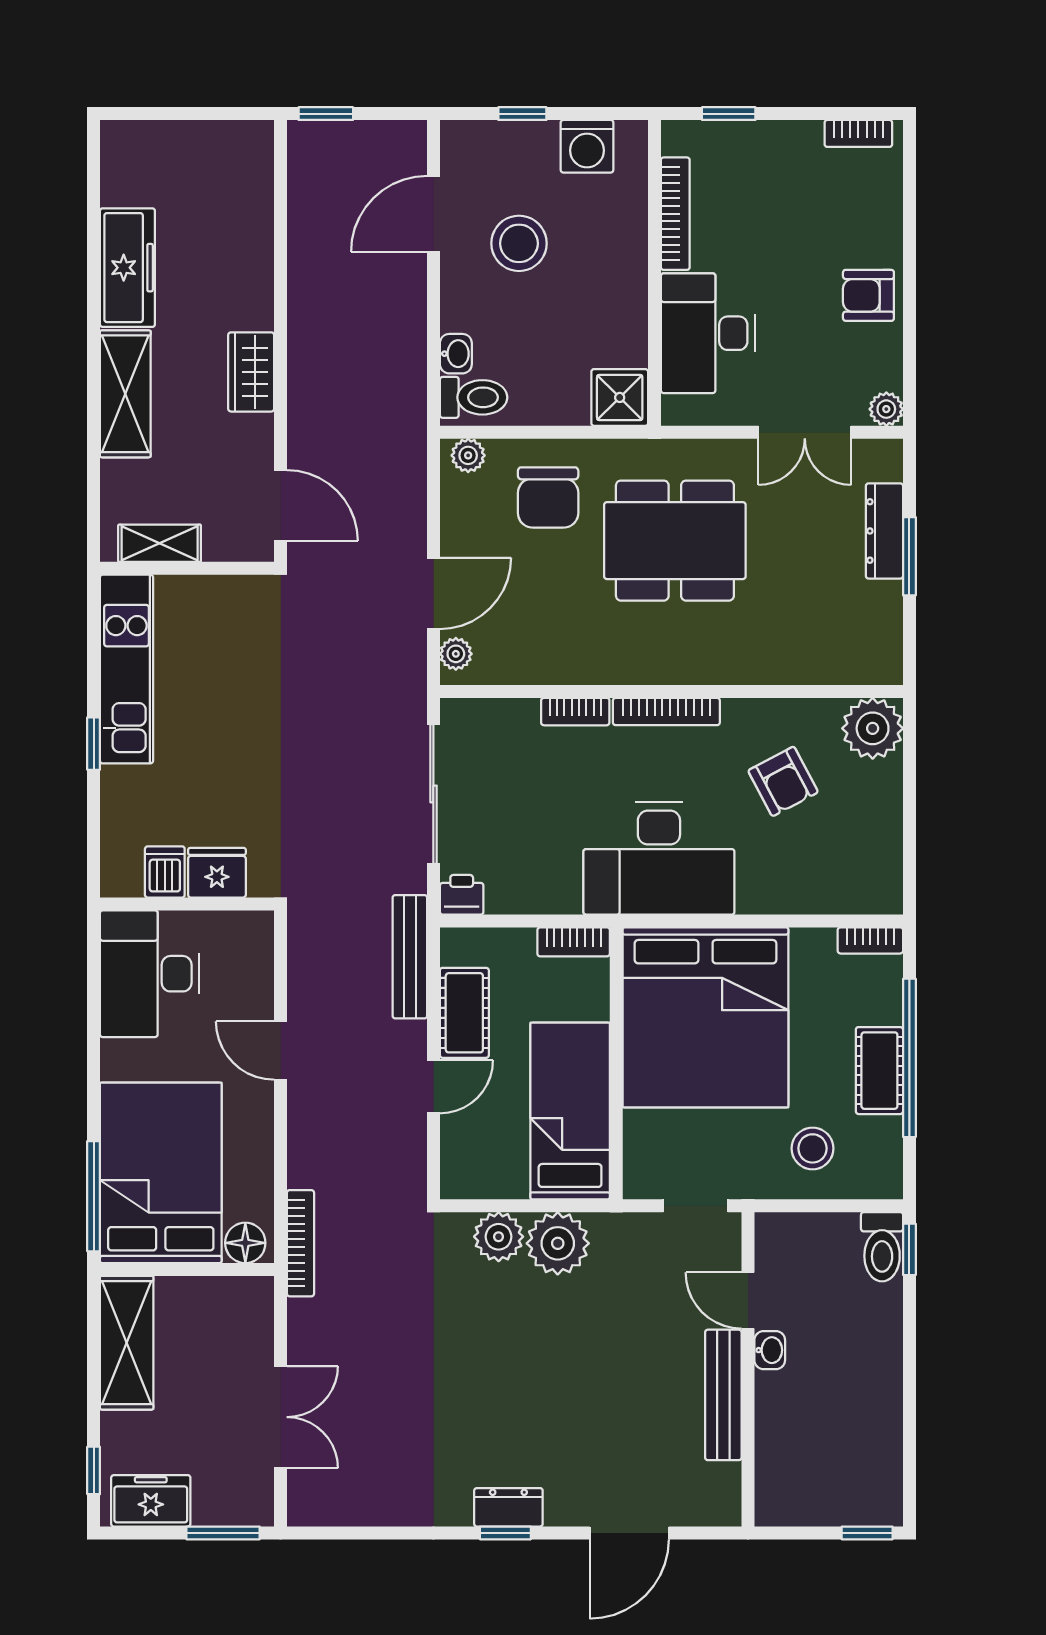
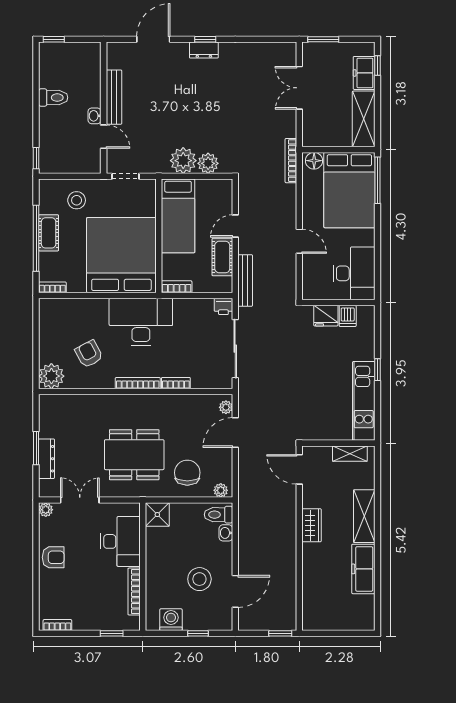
toilet: (882, 1247) -> (53, 98), moved, turned 90
freezer: (151, 1501) -> (364, 73), moved, turned 90

